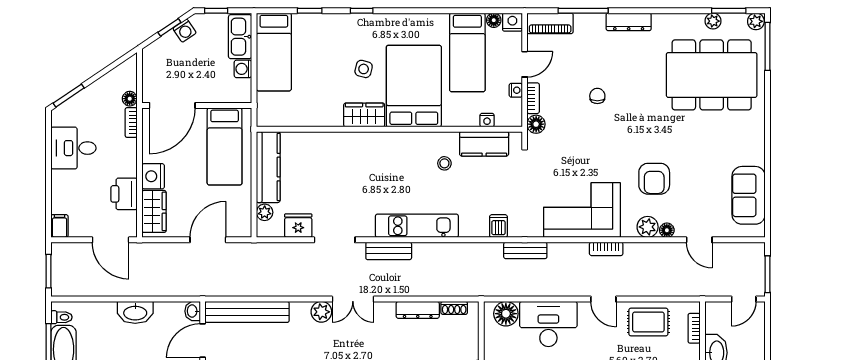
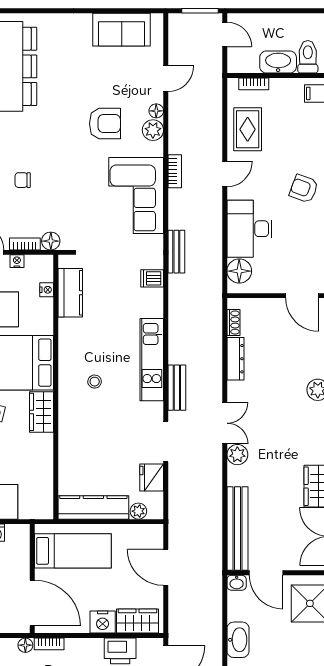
stool: (444, 163) -> (95, 382), moved

